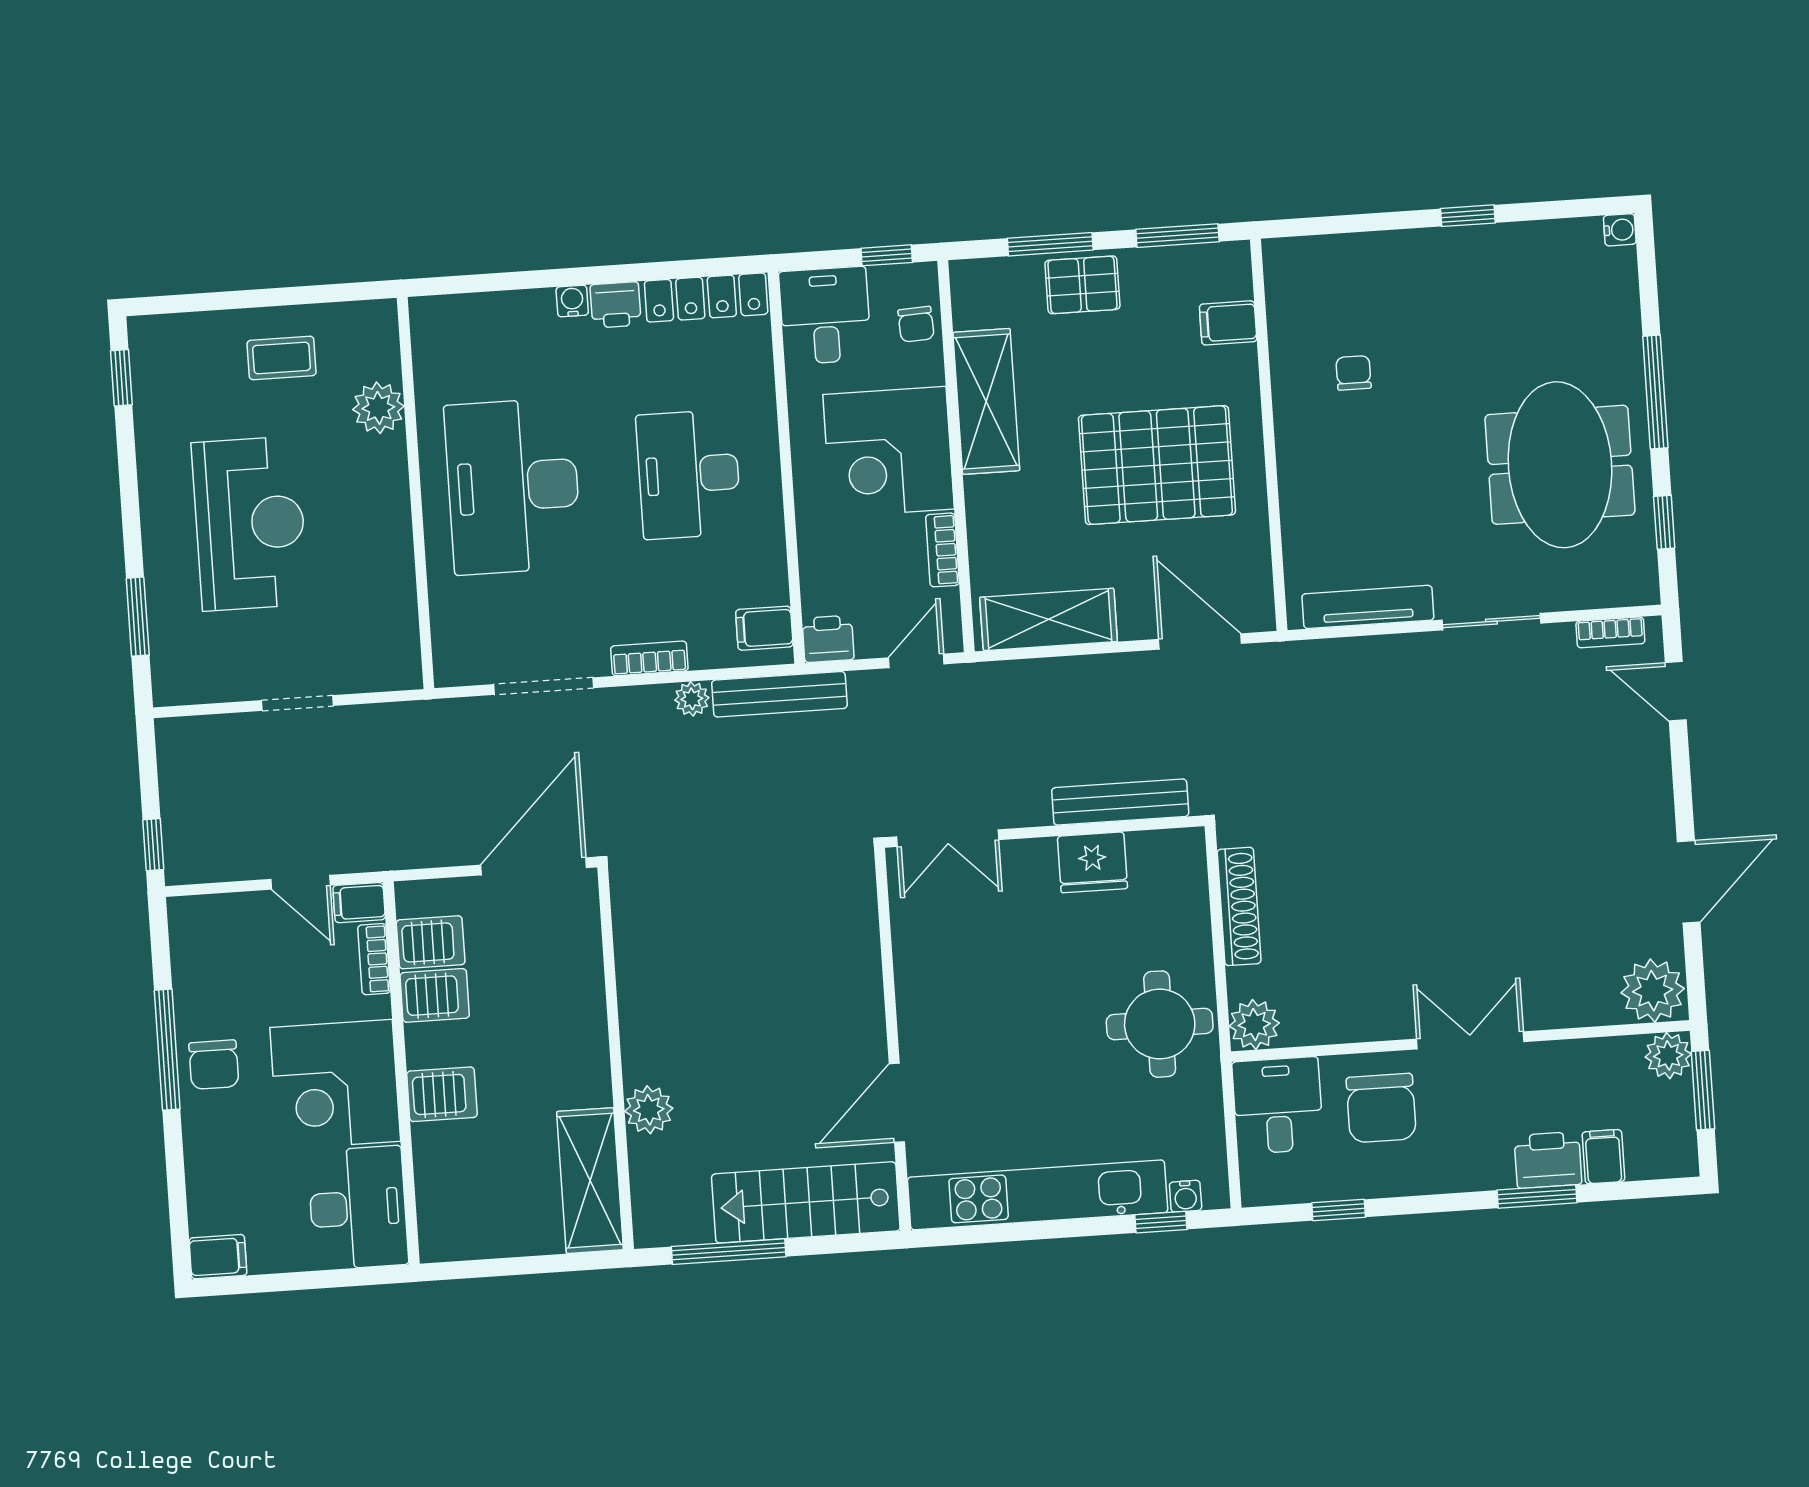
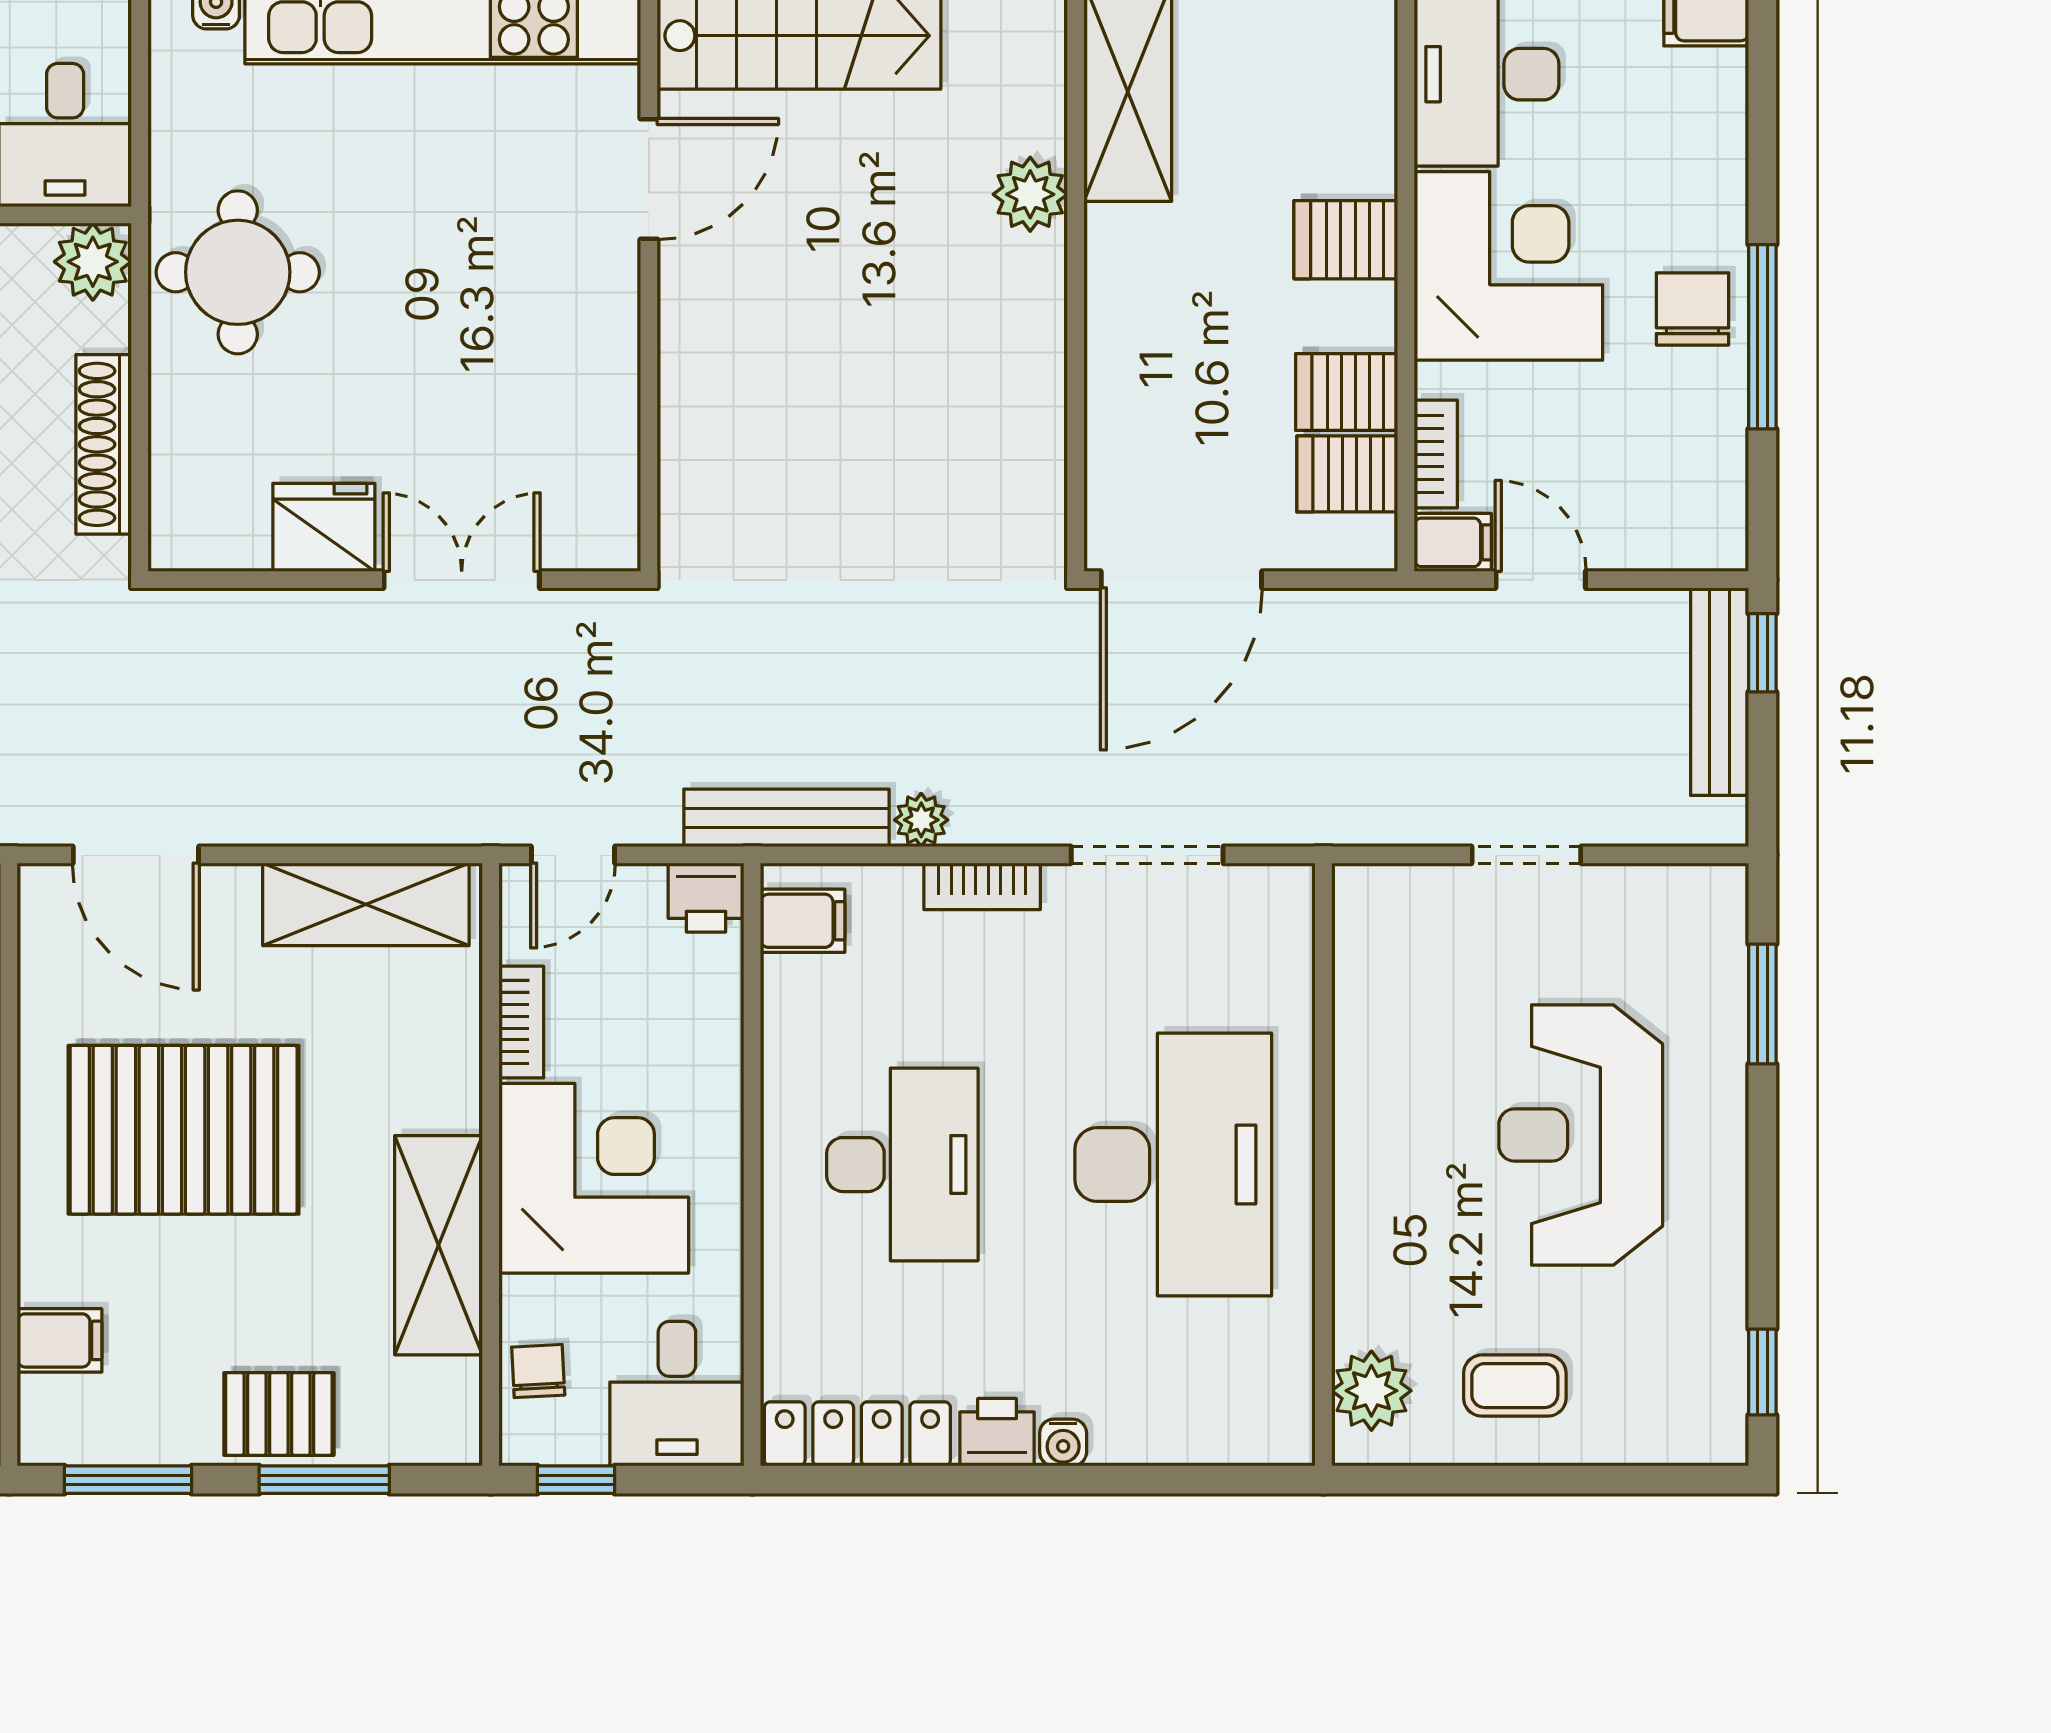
plant: (378, 408) -> (1371, 1391), moved
bench: (1120, 802) -> (1720, 692), moved, turned 90
double door: (948, 838) -> (462, 580), moved

